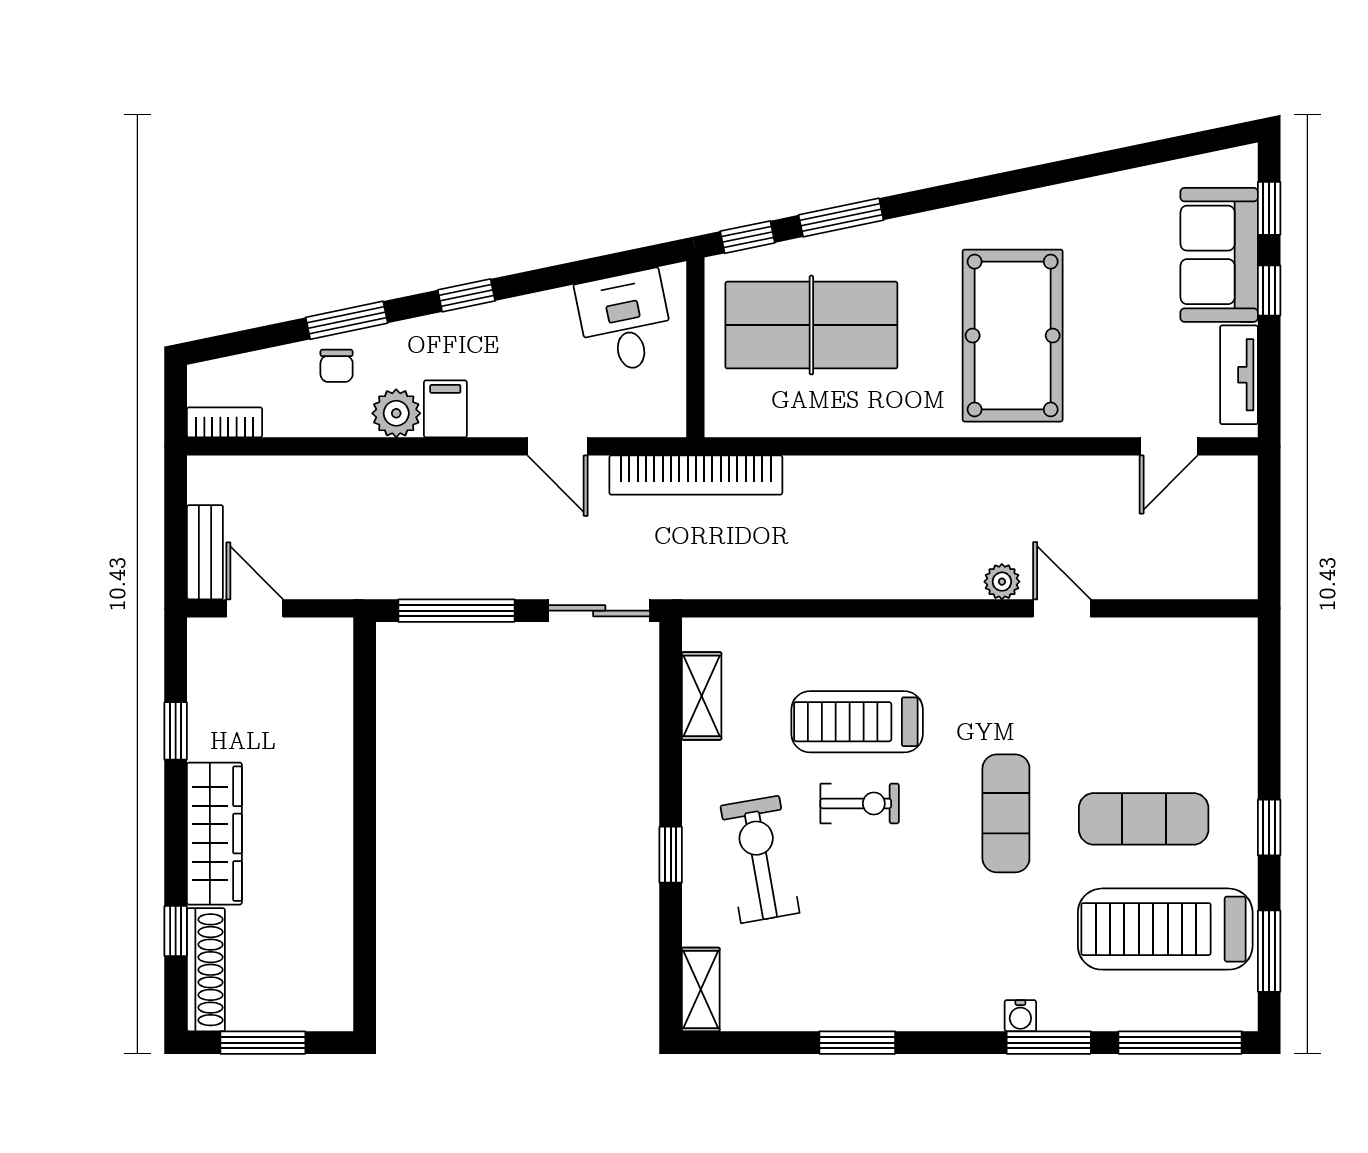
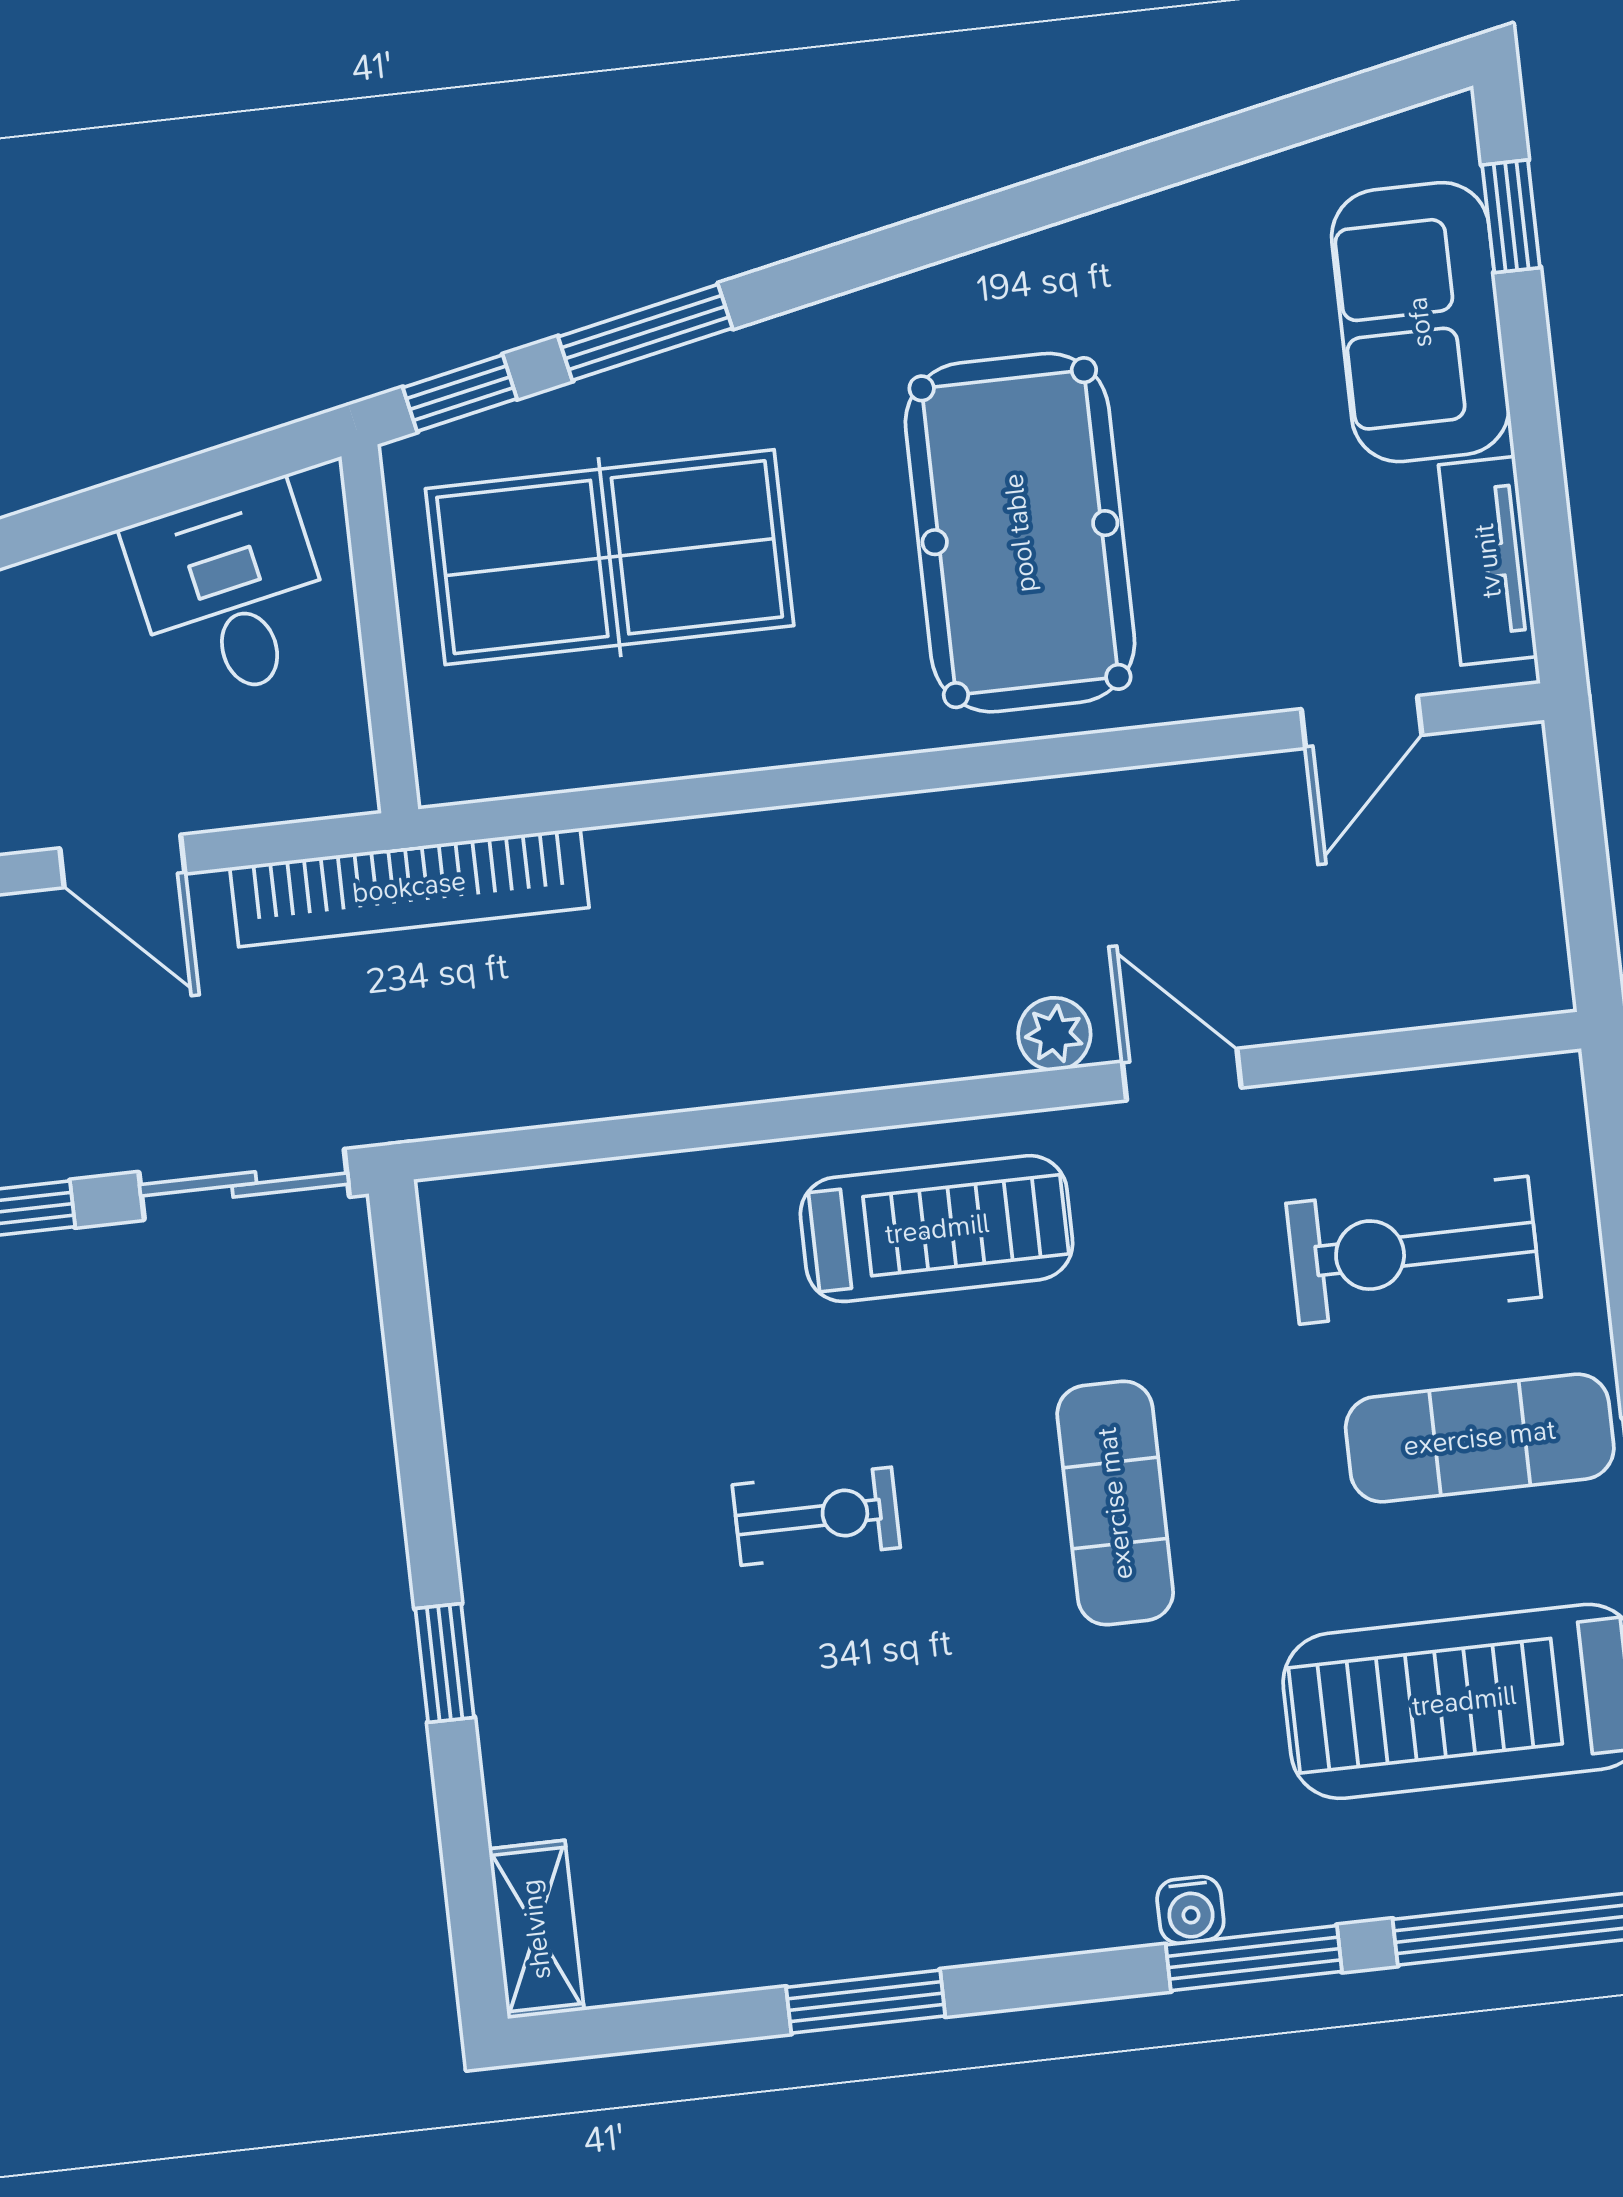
window: (1269, 291) -> (1530, 383), removed
shelving: (702, 696) -> (471, 1334), removed
treadmill: (857, 722) -> (937, 1229), moved, turned 180
exercise mat: (1144, 819) -> (1480, 1438), moved
exercise bike: (760, 859) -> (1414, 1250), moved, turned -80

